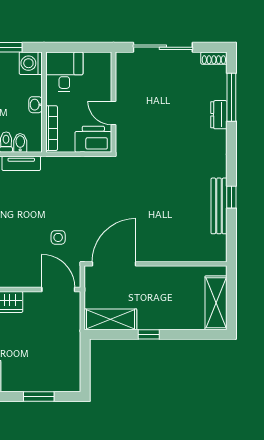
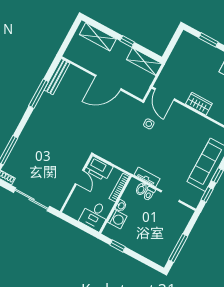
washing machine: (31, 63) -> (117, 219), moved
dresser: (219, 115) -> (21, 144), removed
window: (231, 197) -> (39, 94), width x2.17
bench: (219, 206) -> (57, 77), moved
door: (114, 264) -> (108, 83), moved
shelving: (216, 303) -> (98, 37), moved, turned 90

